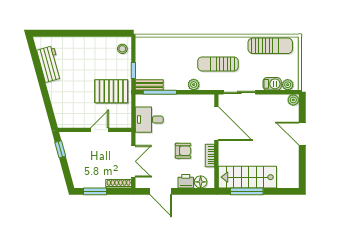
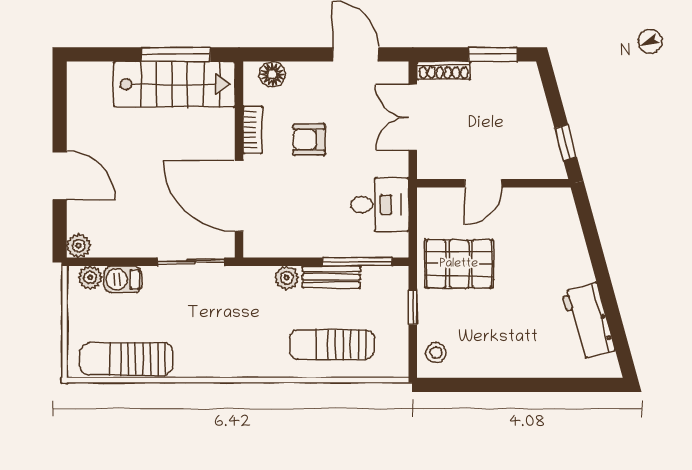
sun lounger: (218, 64) -> (332, 345), moved, turned 180
bench: (149, 85) -> (331, 277), moved
printer: (186, 181) -> (303, 76), removed

